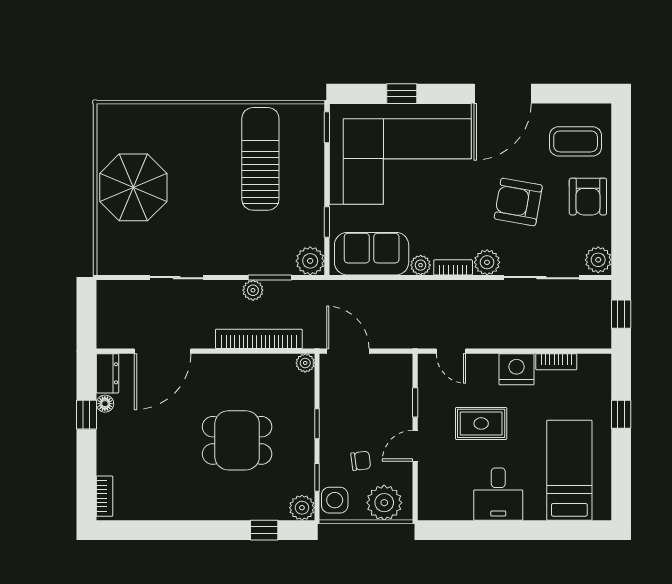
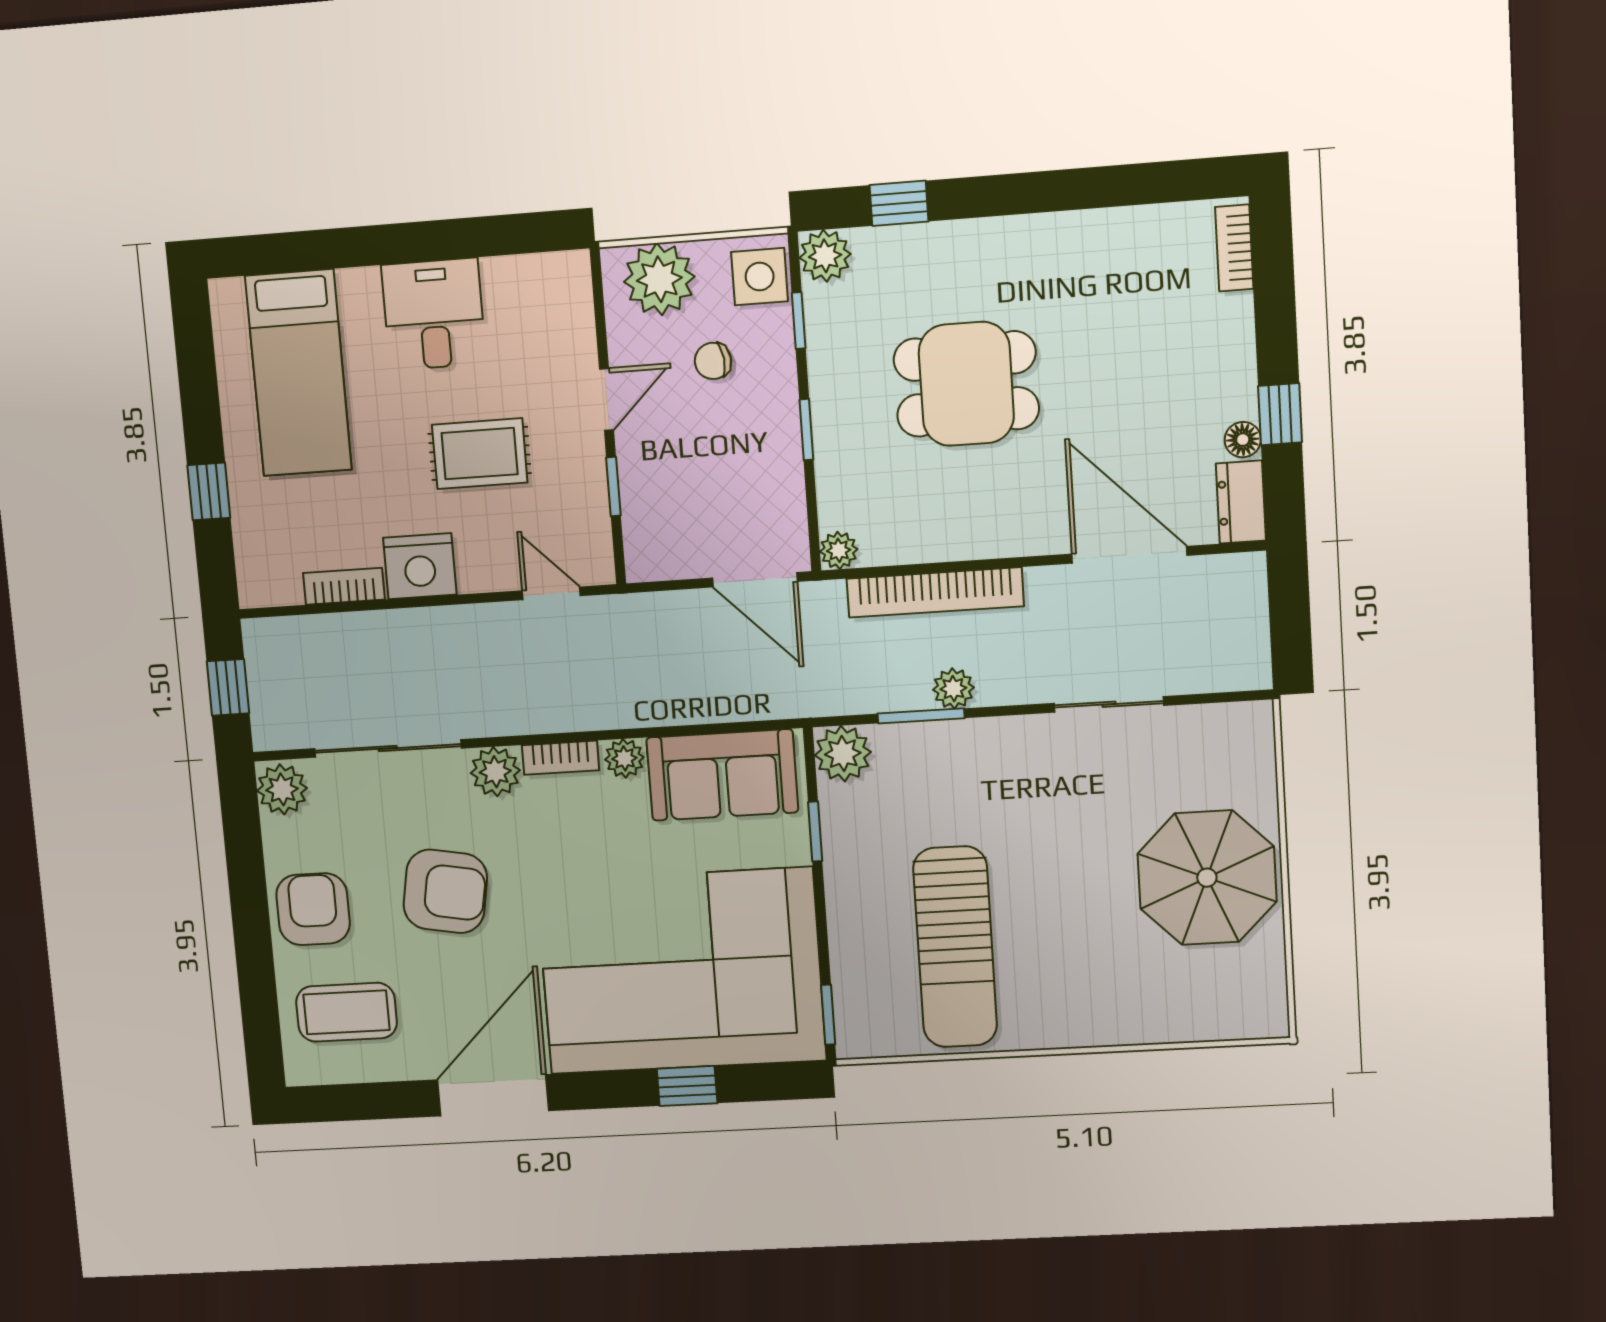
door: (163, 351) -> (1129, 555), hinge flipped

